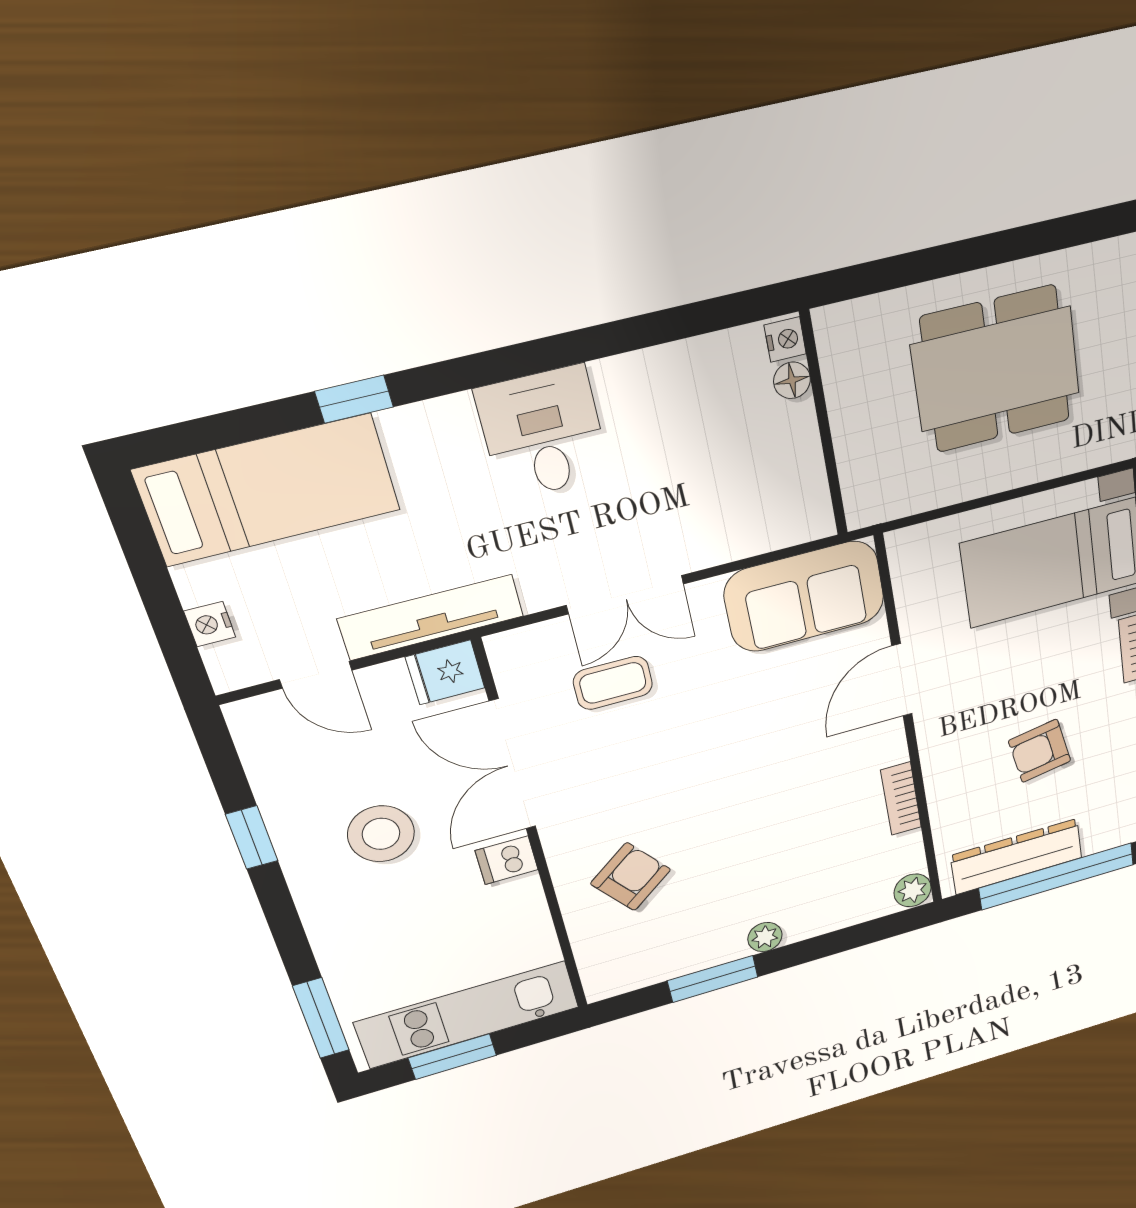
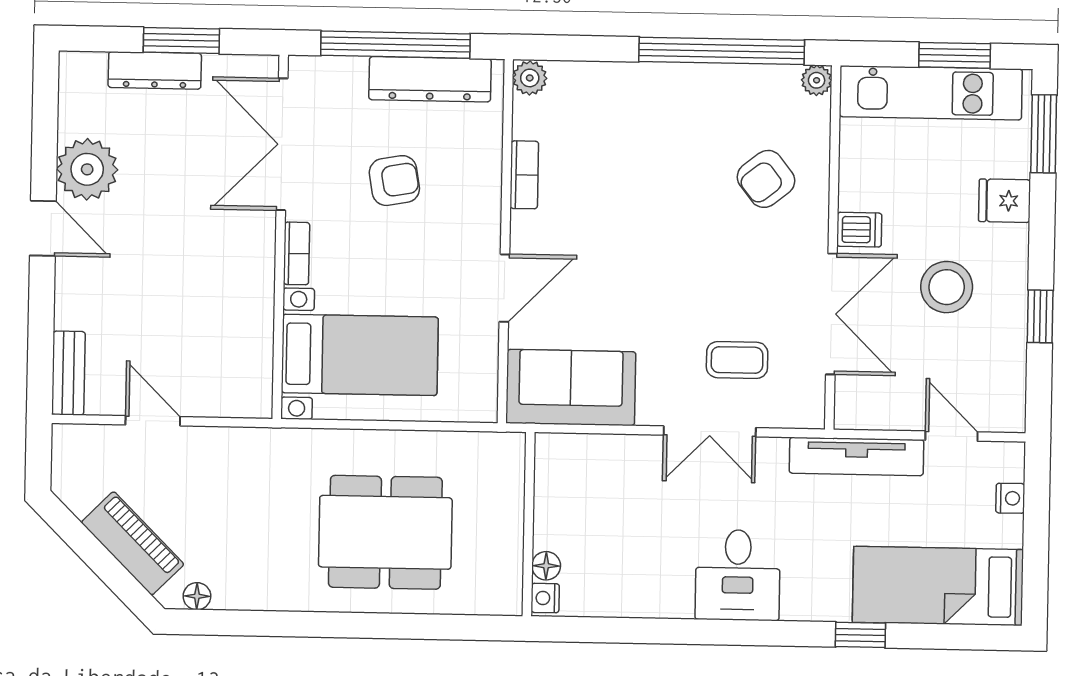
double door: (625, 595) -> (710, 431), swing flipped
fridge: (445, 672) -> (1005, 201), moved, turned 180
plant: (765, 937) -> (817, 80), moved
window: (713, 979) -> (722, 51), width x2.11

